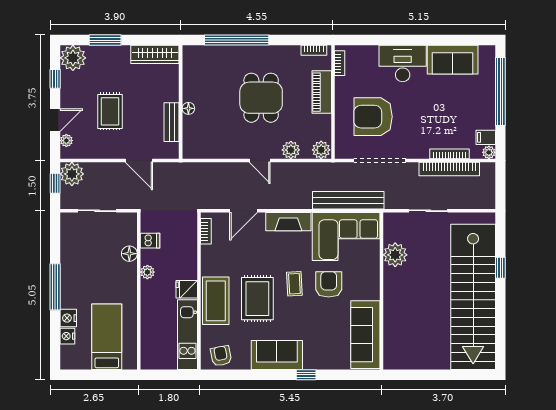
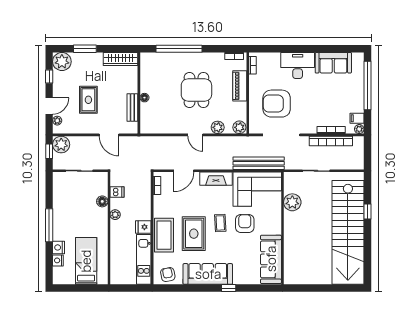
sofa: (277, 355) -> (208, 274), width x1.36

